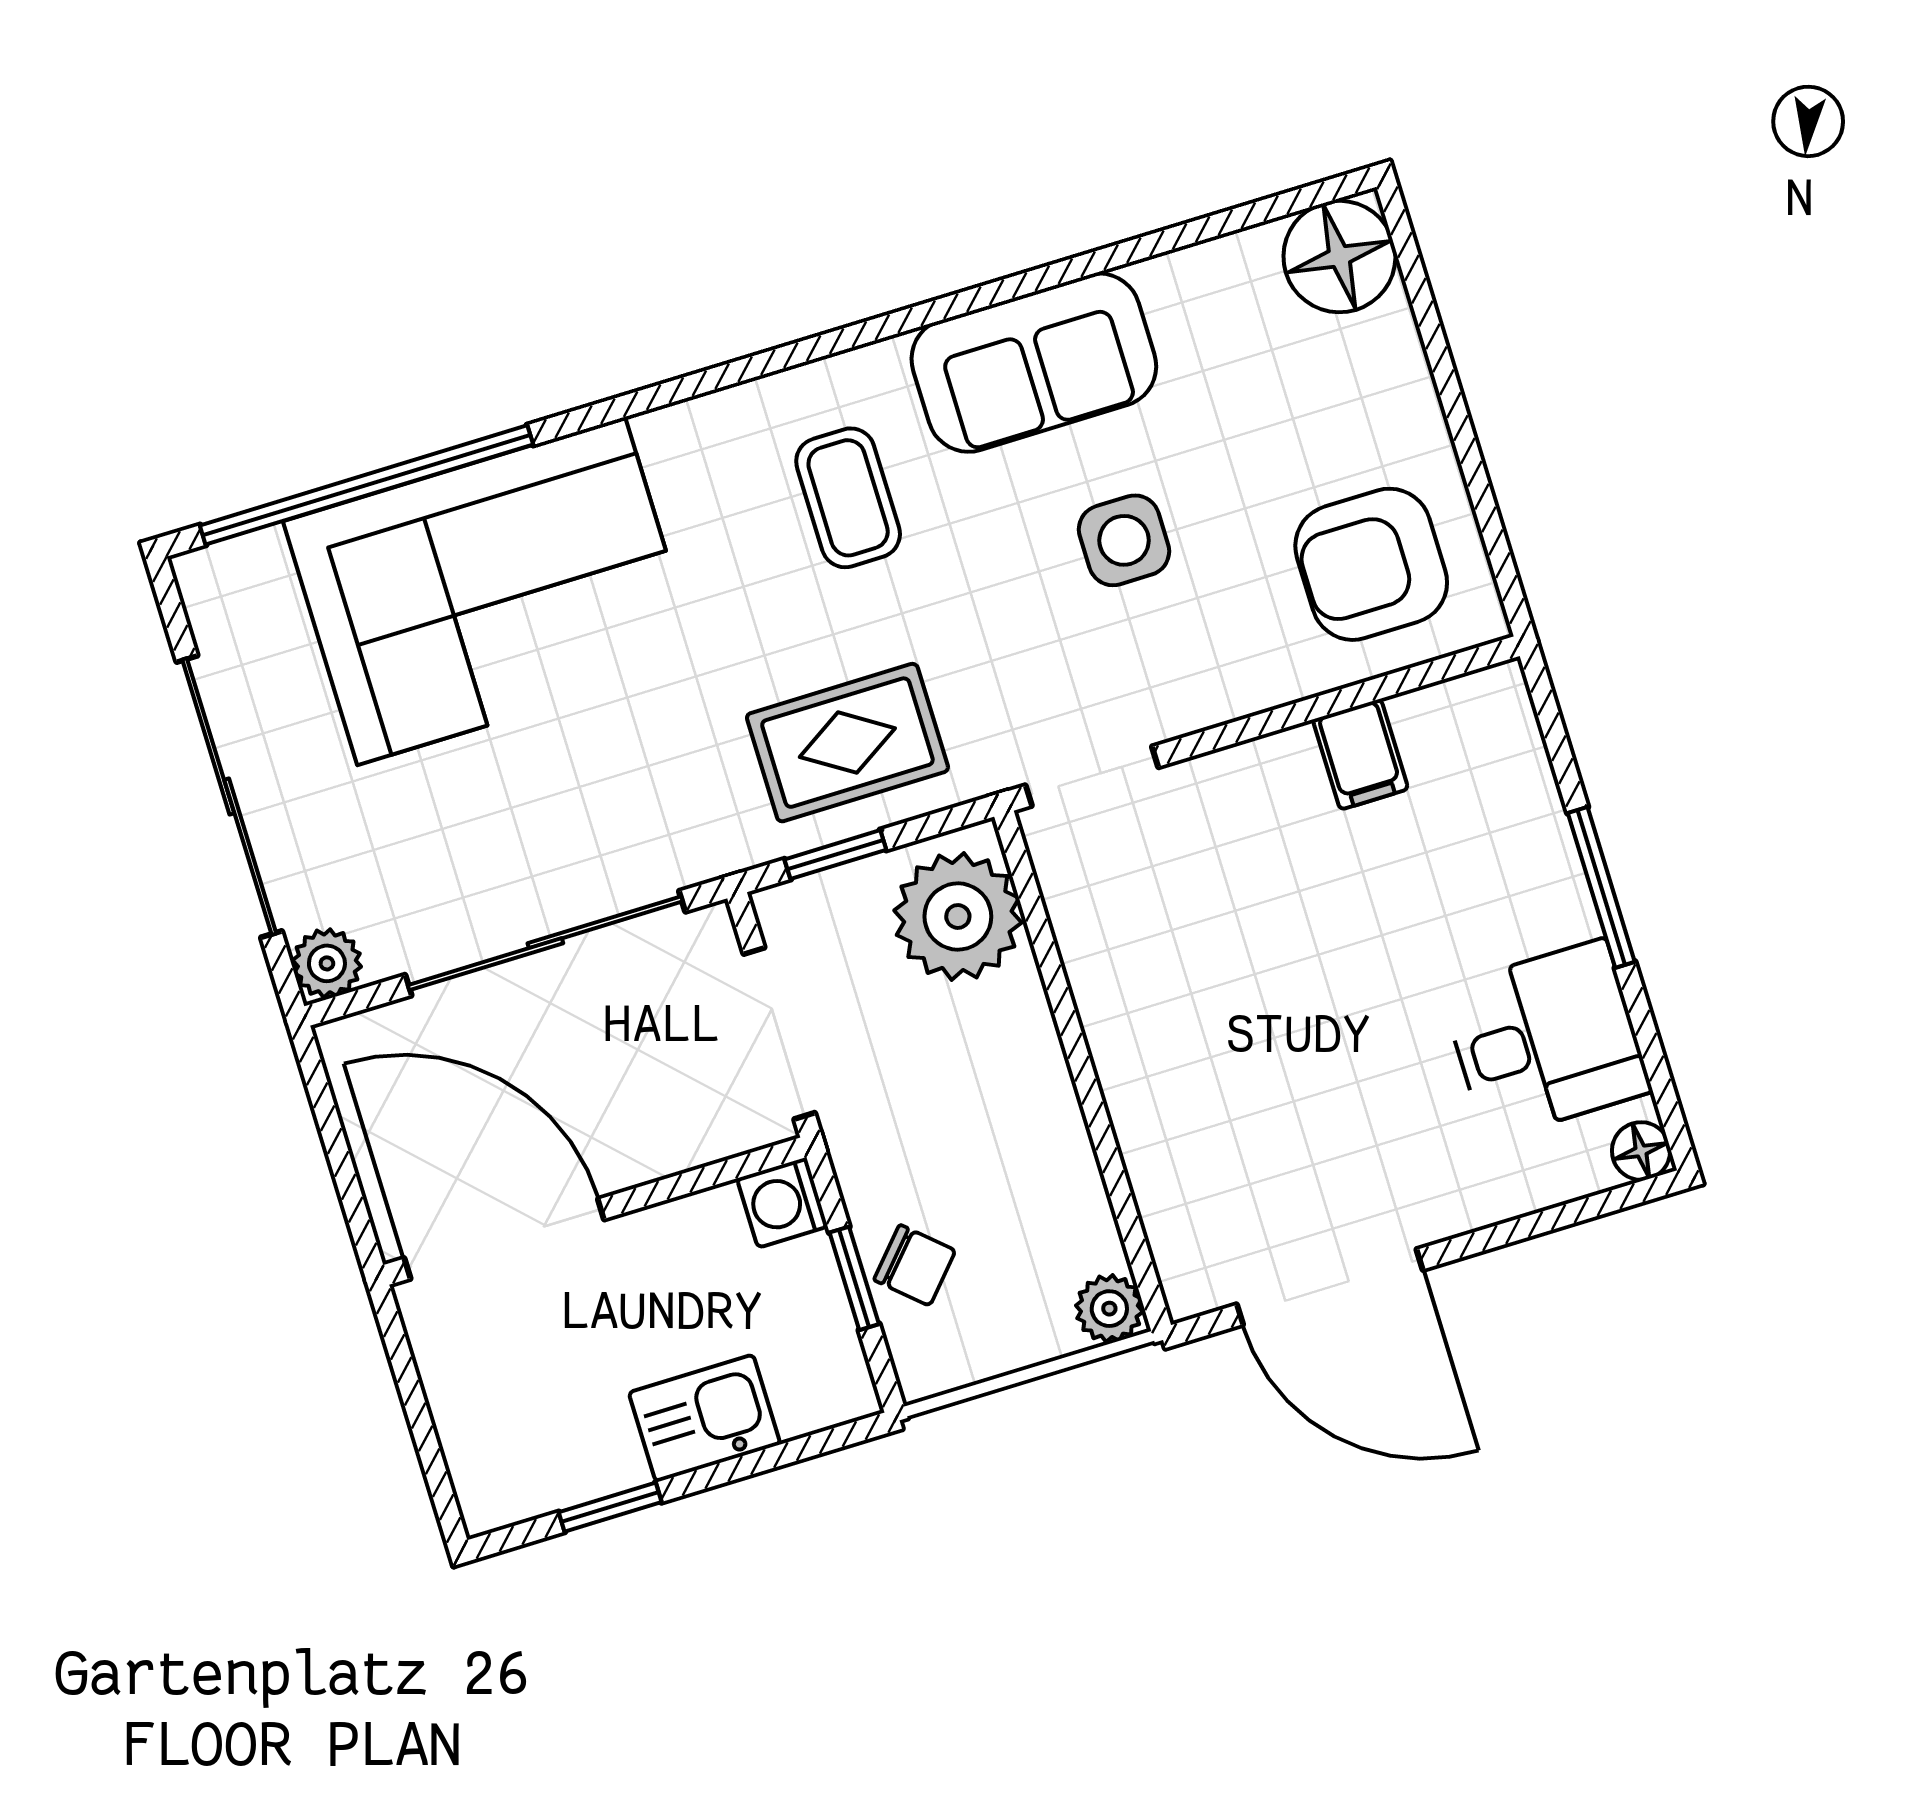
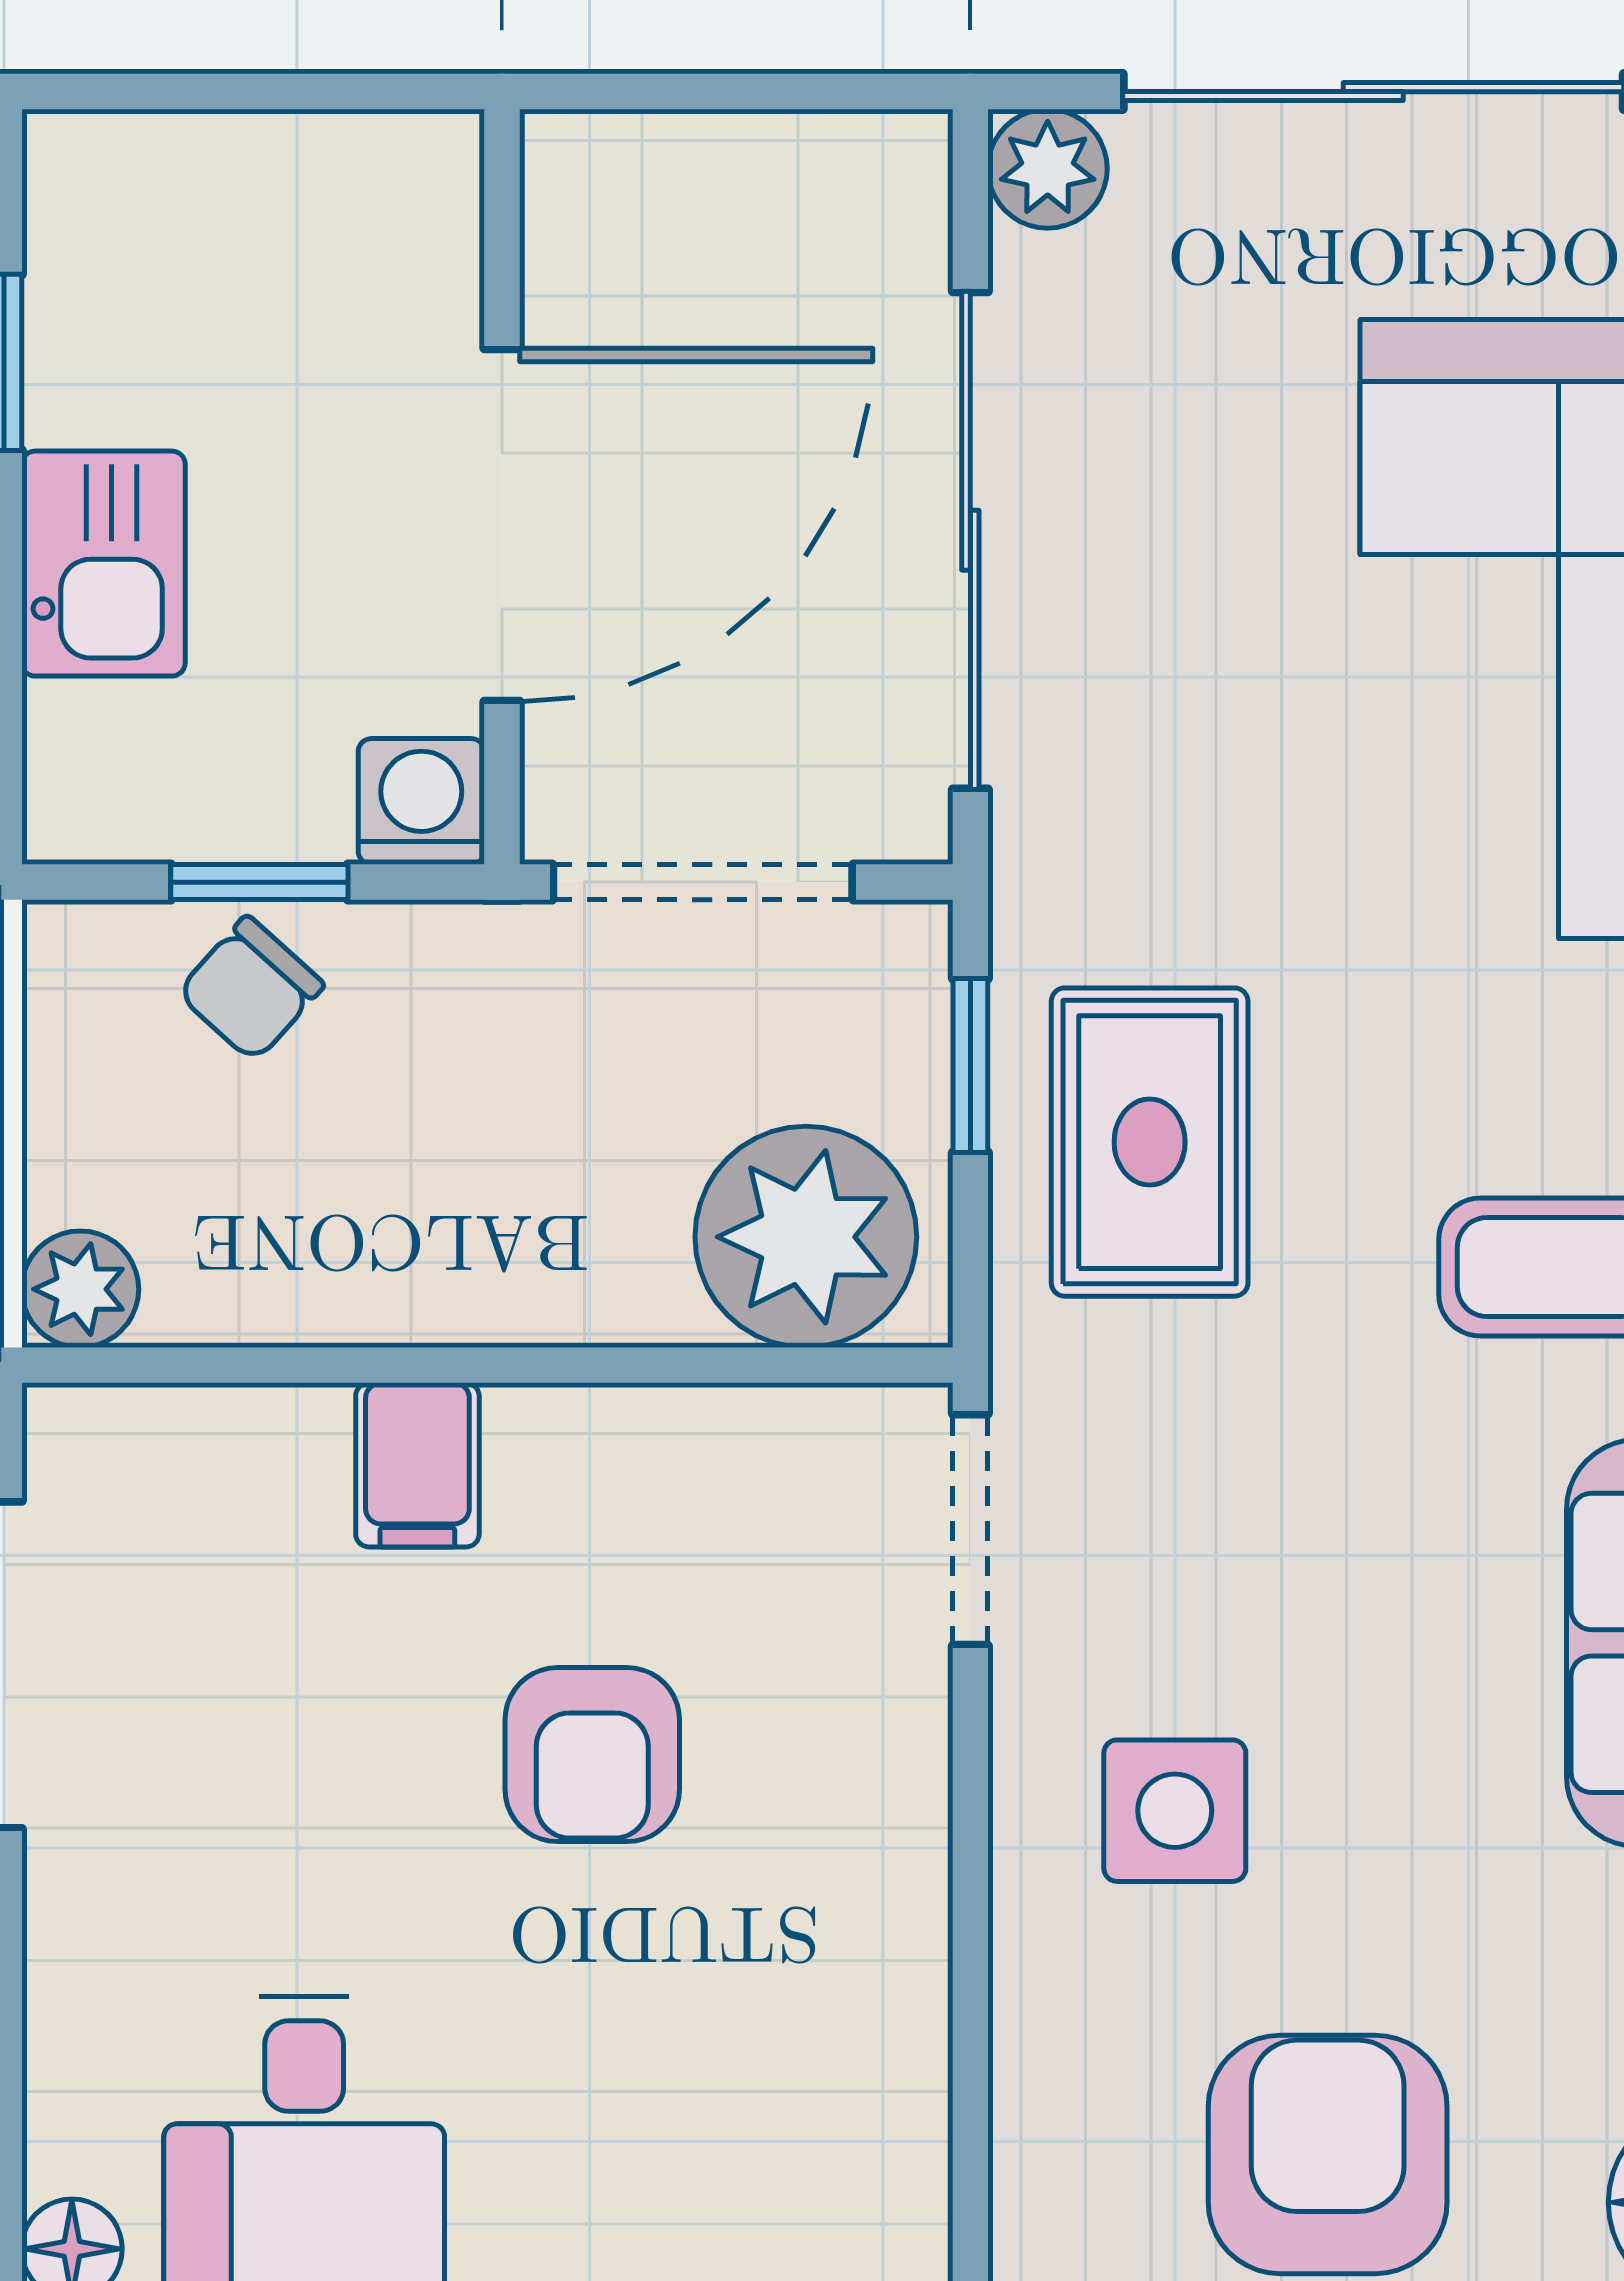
side table: (1124, 540) -> (1175, 1811), moved
armchair: (1371, 564) -> (1328, 2154), moved
filing cabinet: (1360, 754) -> (417, 1465), moved, turned -90
armchair: (1280, 947) -> (592, 1755), added
door: (504, 1239) -> (502, 525), moved

